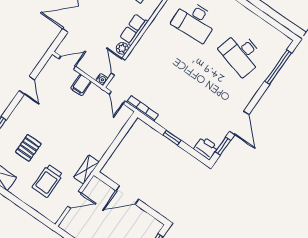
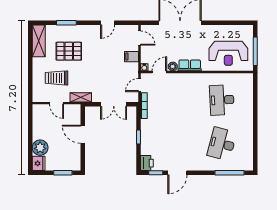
double door: (118, 140) -> (114, 104), added
pallet: (28, 148) -> (69, 51), width x1.50, depth x1.42

